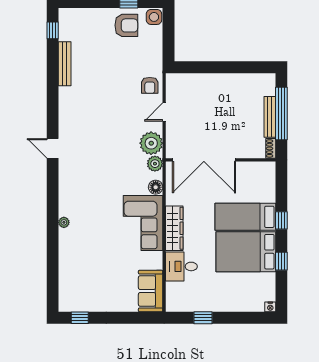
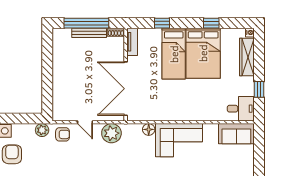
double door: (204, 160) -> (126, 89), swing flipped
plant: (155, 164) -> (42, 130), moved
tv unit: (259, 168) -> (132, 42), added
window: (281, 220) -> (162, 23), moved
wardrobe: (174, 228) -> (247, 57), moved, turned -90
desk: (181, 266) -> (241, 109), moved, turned -90

